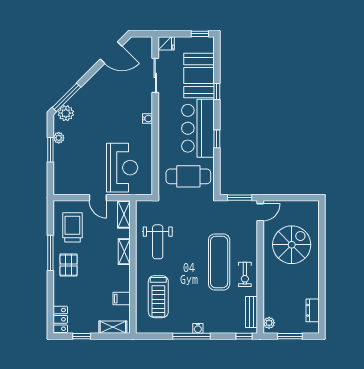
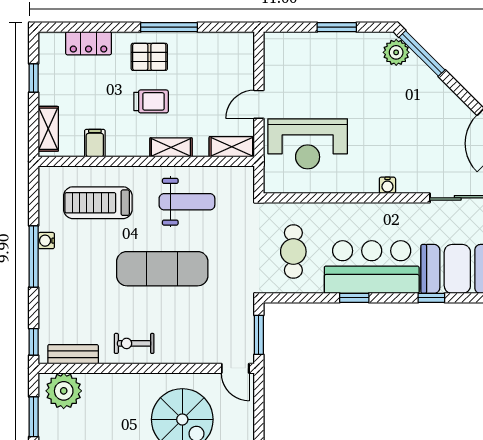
plant: (59, 138) -> (356, 41), removed
cafe table: (188, 176) -> (293, 252), width x0.73, depth x0.74
trolley: (72, 227) -> (151, 101), moved, width x0.73, depth x0.72
weight bench: (158, 242) -> (187, 202), turned 180
exercise mat: (219, 262) -> (162, 269), moved
locker: (60, 319) -> (89, 43), moved
plant: (269, 323) -> (64, 391), width x1.88, depth x1.88
water cooler: (198, 328) -> (46, 241), moved

